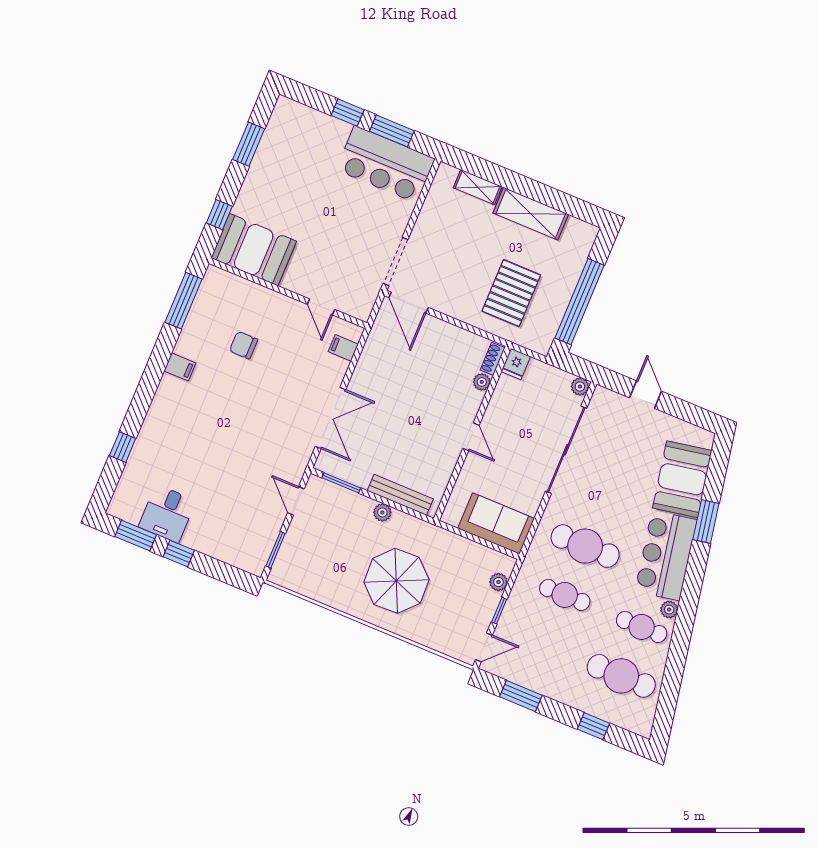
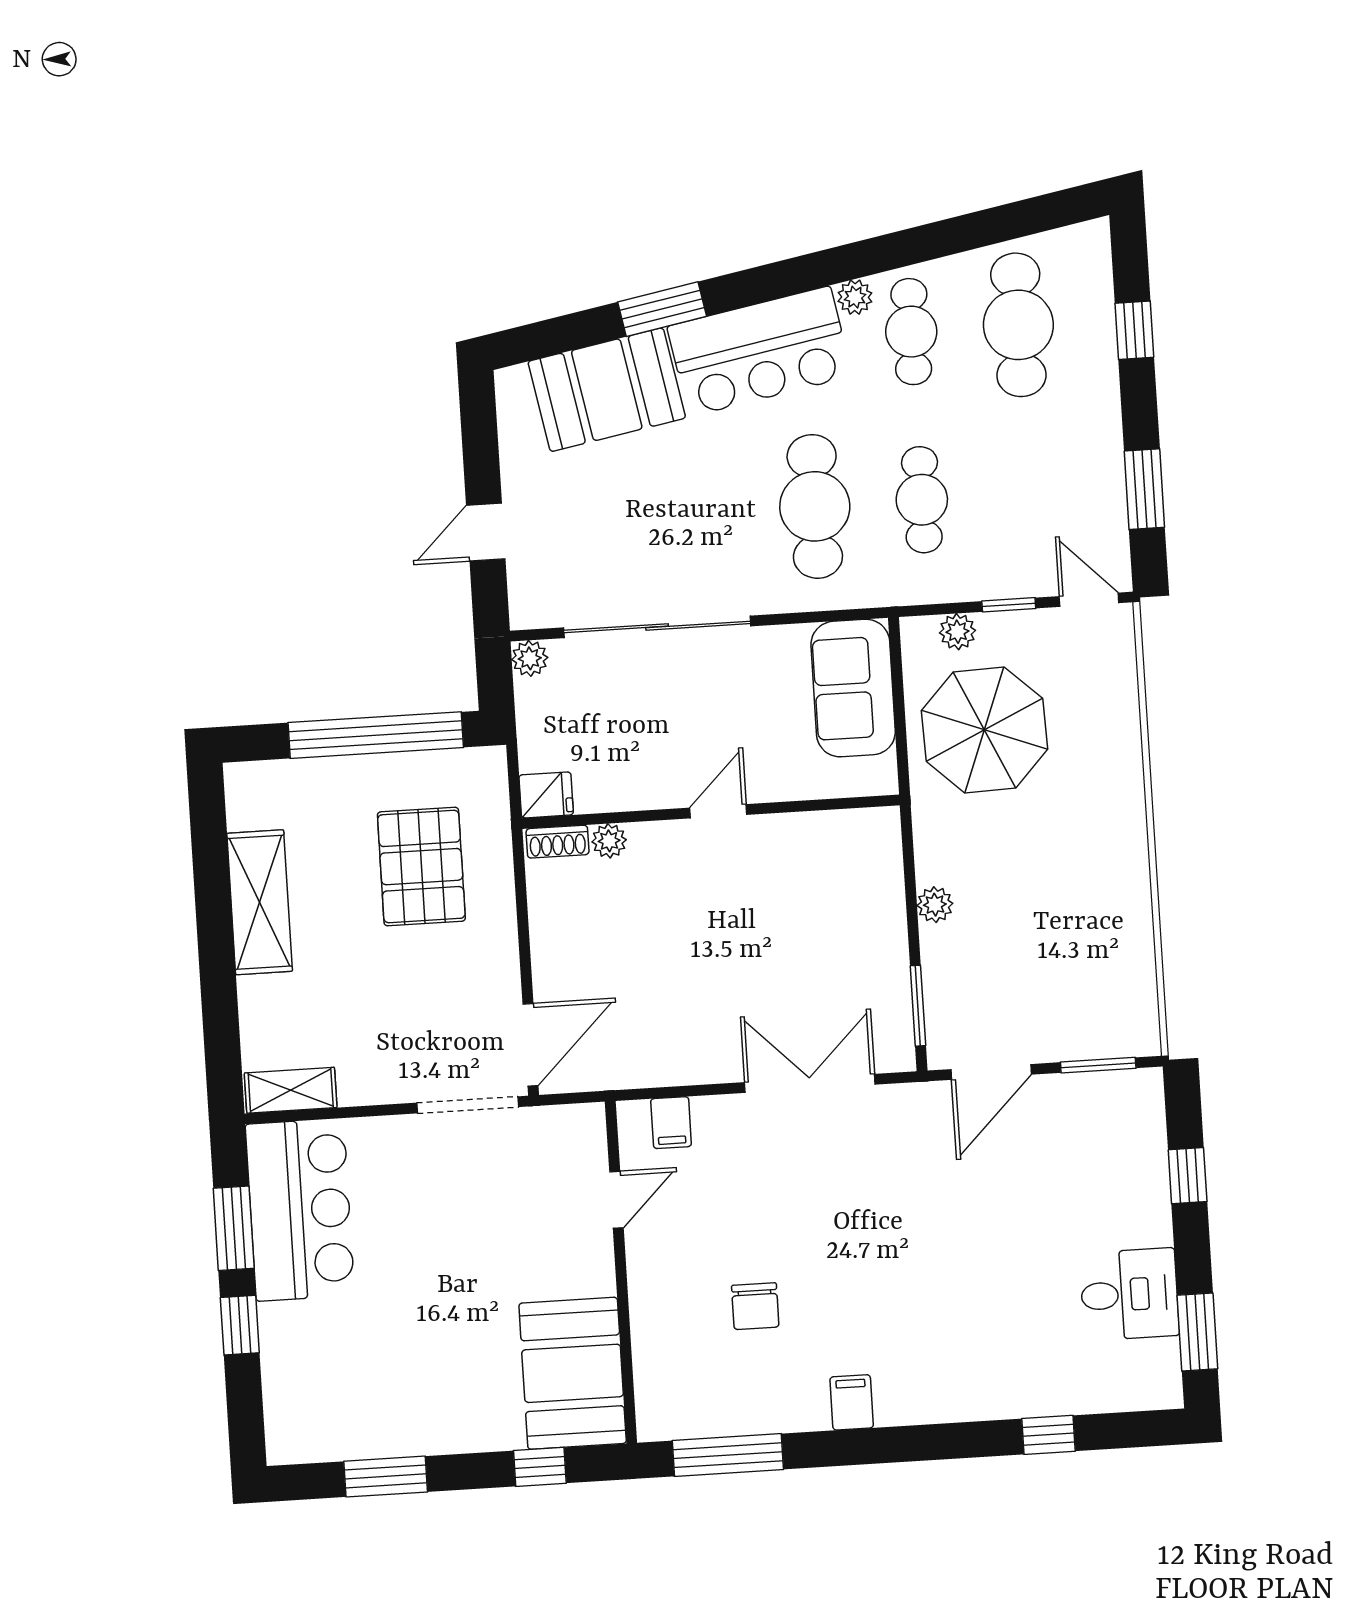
shelving: (478, 187) -> (291, 1090), moved, turned 90
pallet: (511, 293) -> (421, 867), turned 90
bench: (400, 495) -> (887, 888), removed
door: (296, 501) -> (991, 1072), width x1.38
window: (179, 554) -> (1188, 1176), moved
parasol: (396, 581) -> (984, 730), moved

